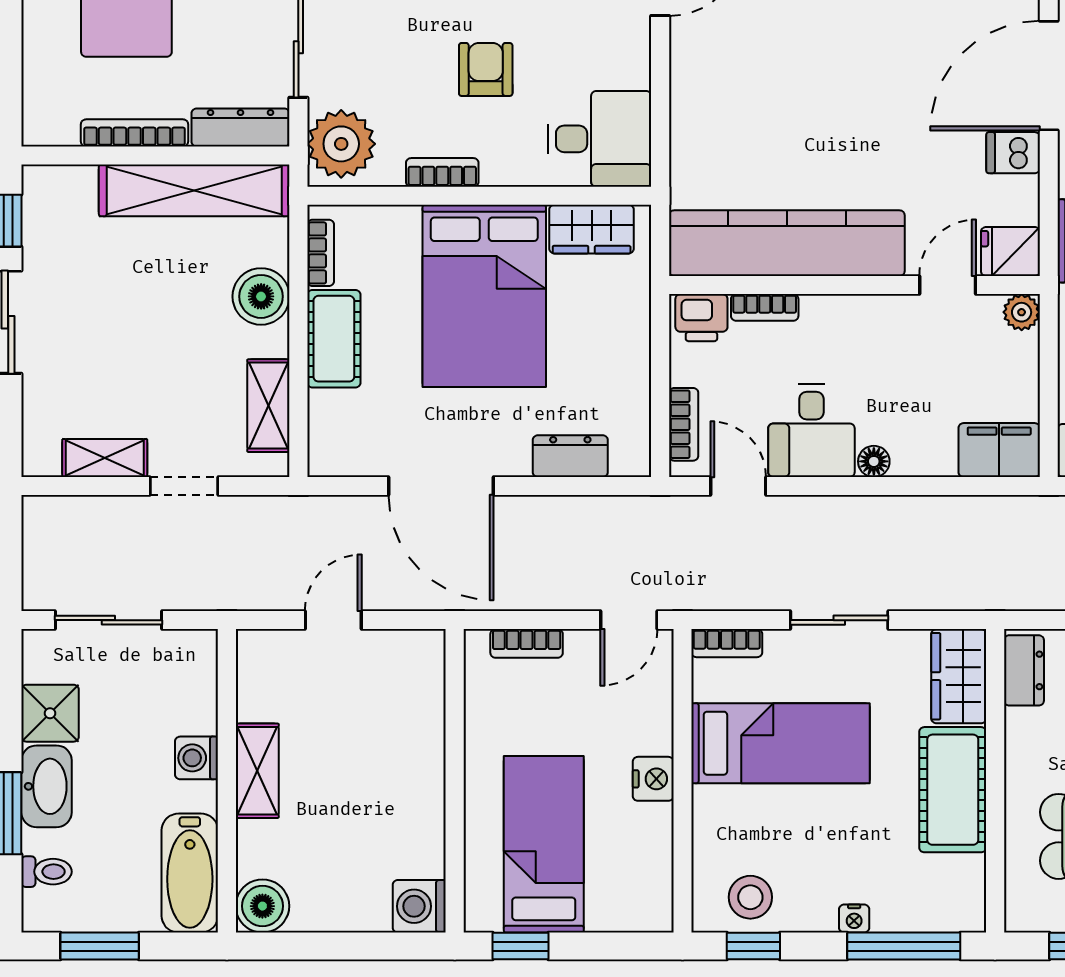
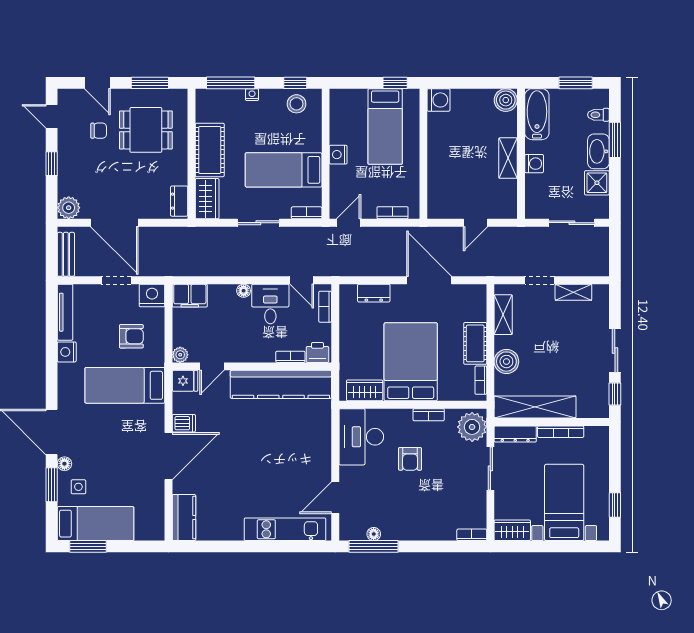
desk: (599, 139) -> (361, 437), width x1.37

